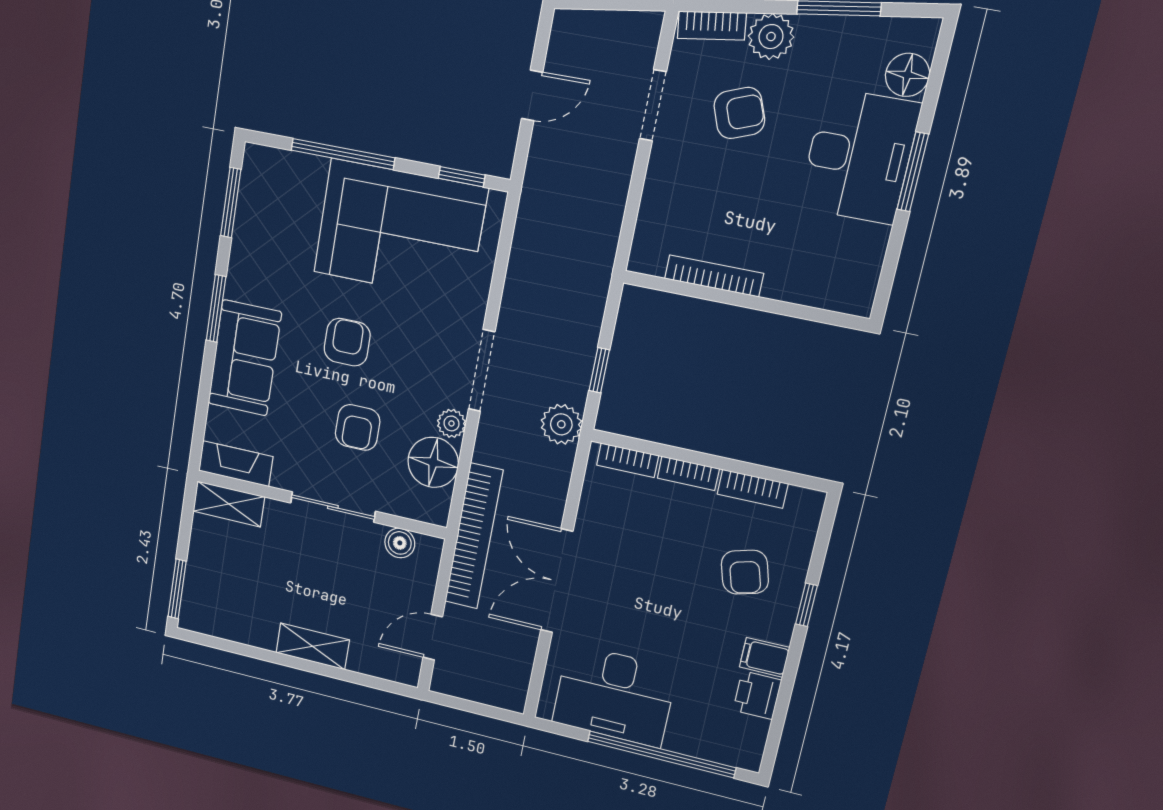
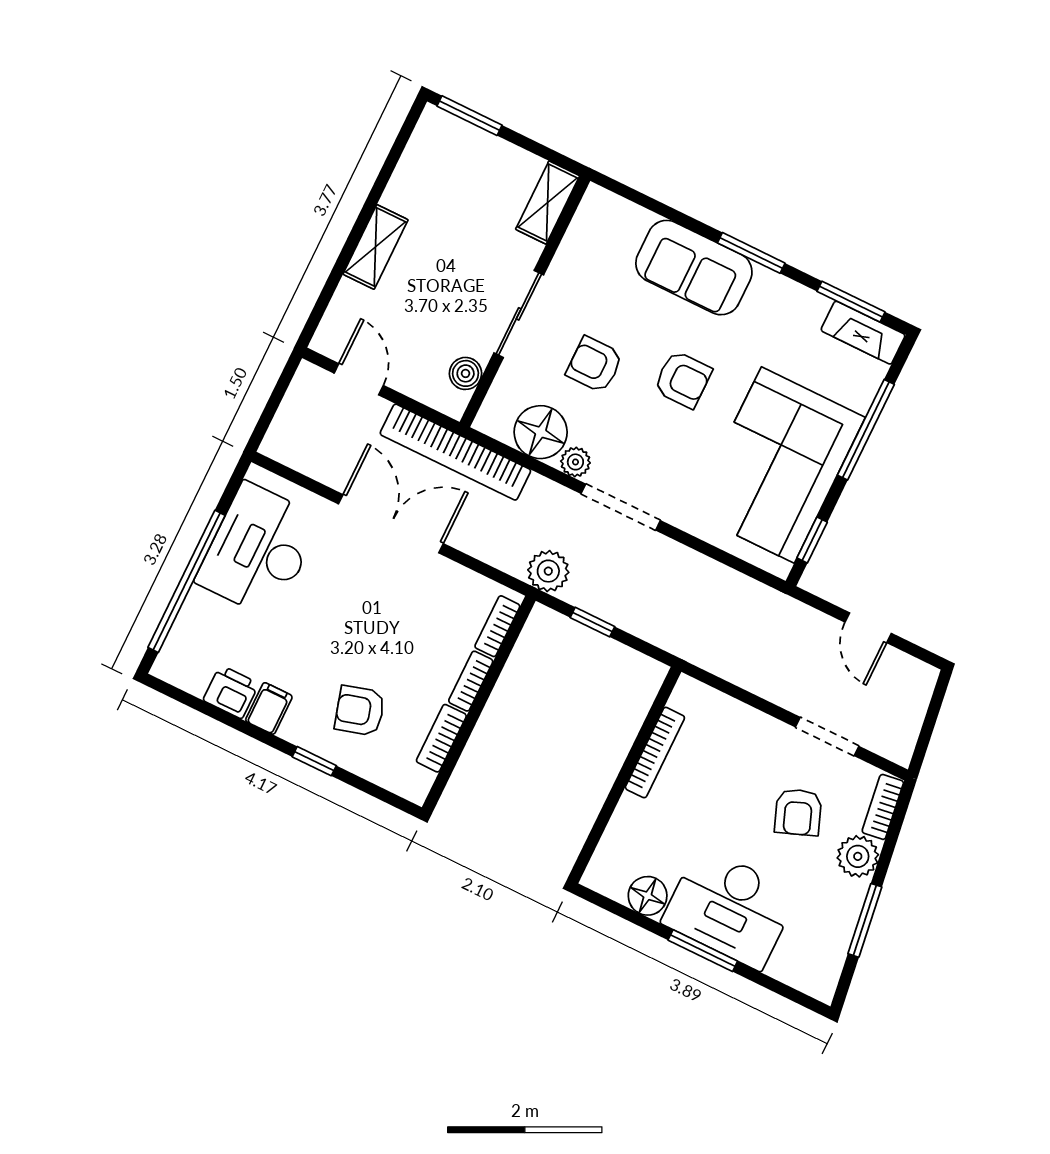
floor lamp: (907, 75) -> (648, 896), moved
fireplace: (236, 464) -> (863, 333), moved, turned 90

